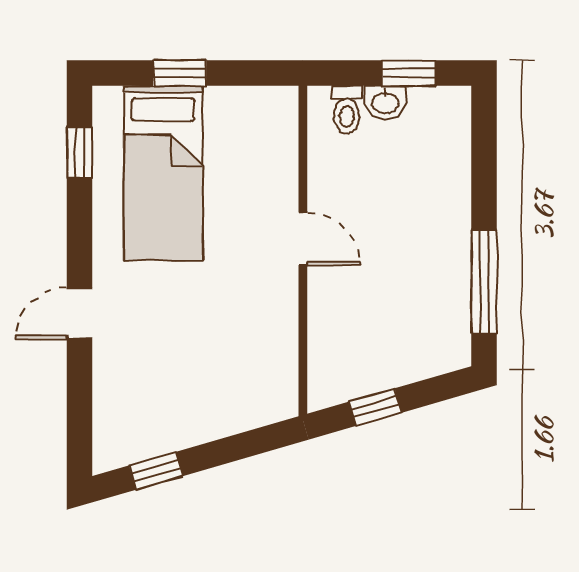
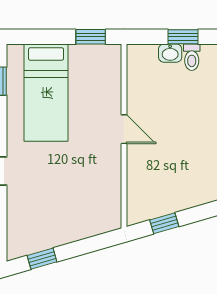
window: (180, 73) -> (91, 37), moved
toilet: (347, 110) -> (192, 57), moved

